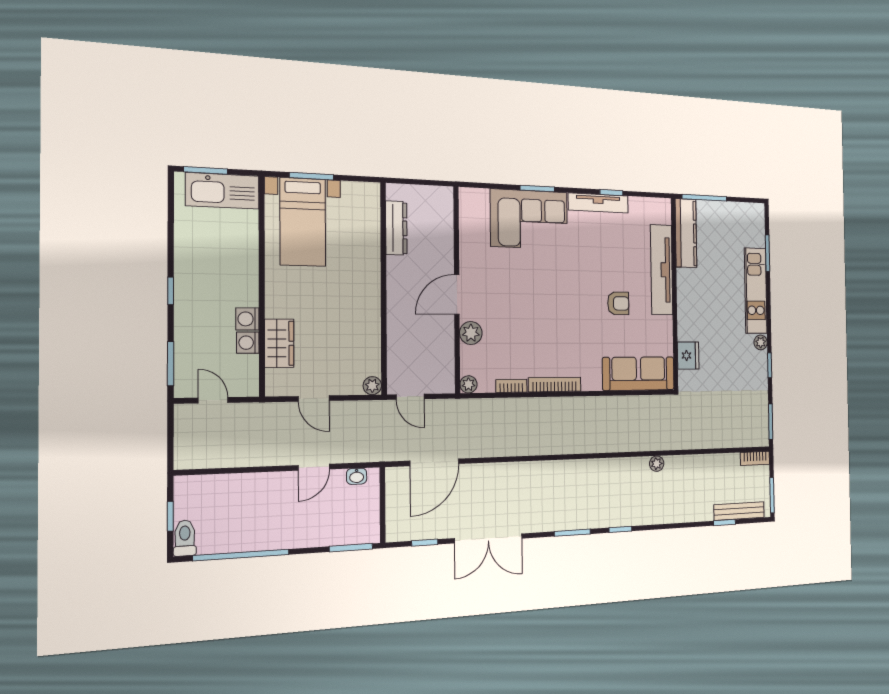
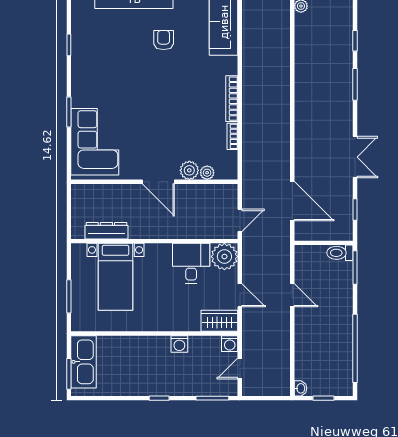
tv unit: (598, 203) -> (78, 57), removed
corner sofa: (529, 219) -> (95, 142), moved
bed with nightstands: (303, 222) -> (116, 277), moved, turned 90
desk: (355, 335) -> (191, 263), added
washing machine: (248, 343) -> (230, 344), moved
wardrobe: (279, 343) -> (219, 321), moved
plant: (468, 384) -> (207, 173), moved
plant: (372, 386) -> (224, 257), width x1.88, depth x1.88
door: (314, 398) -> (240, 295), hinge flipped
washbasin: (357, 476) -> (300, 388), moved
toilet: (185, 538) -> (340, 253), moved
double door: (488, 538) -> (355, 157), width x0.73

